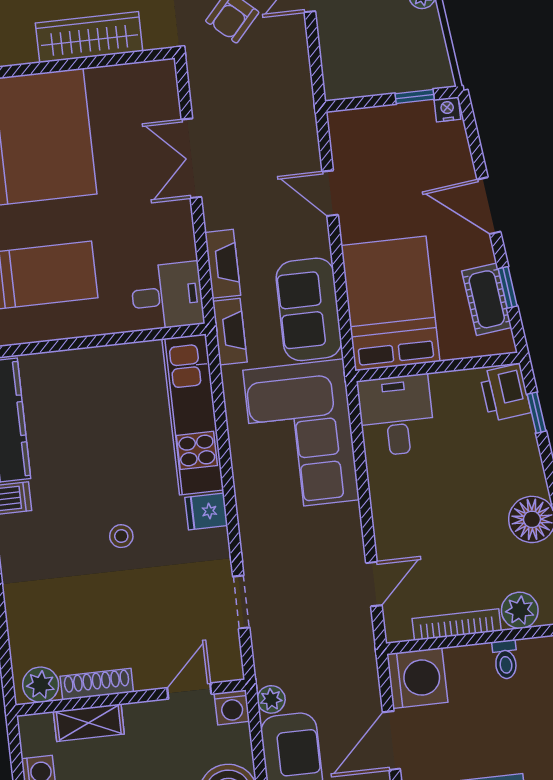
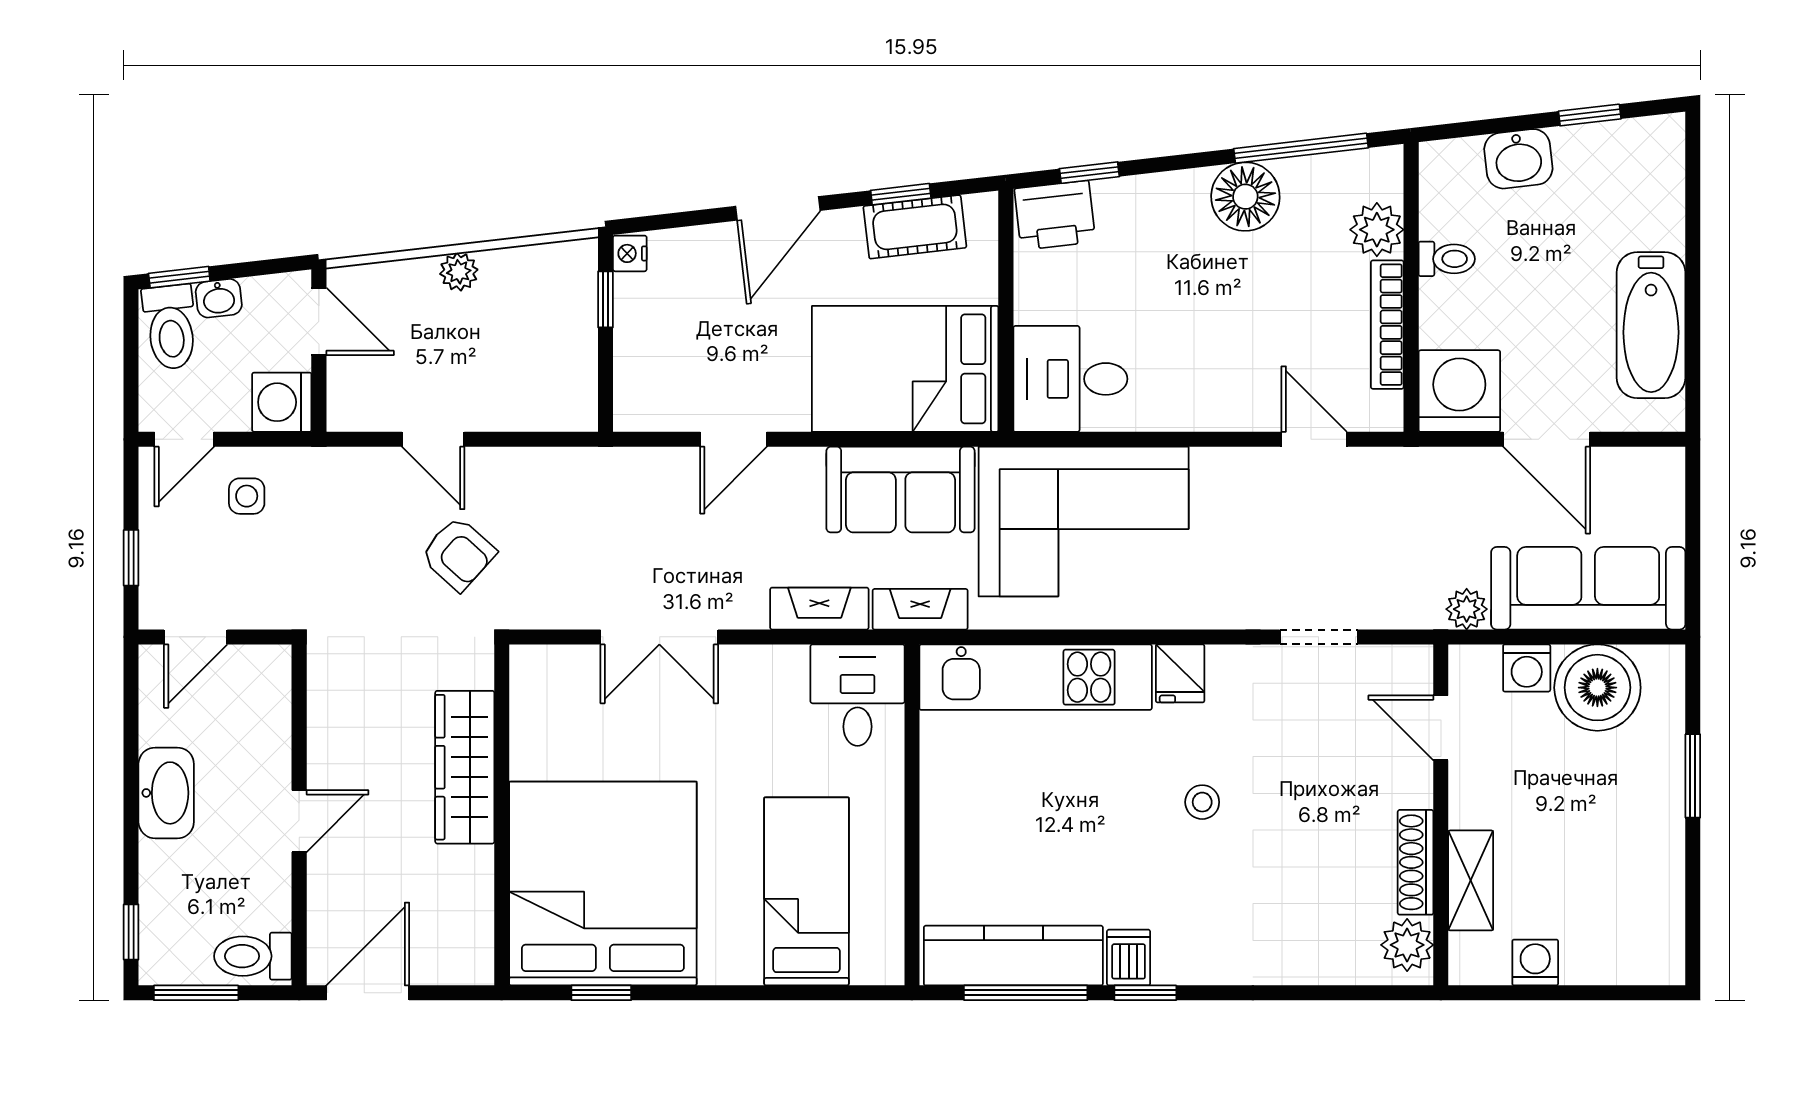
washing machine: (232, 707) -> (1527, 668), moved, turned 90

